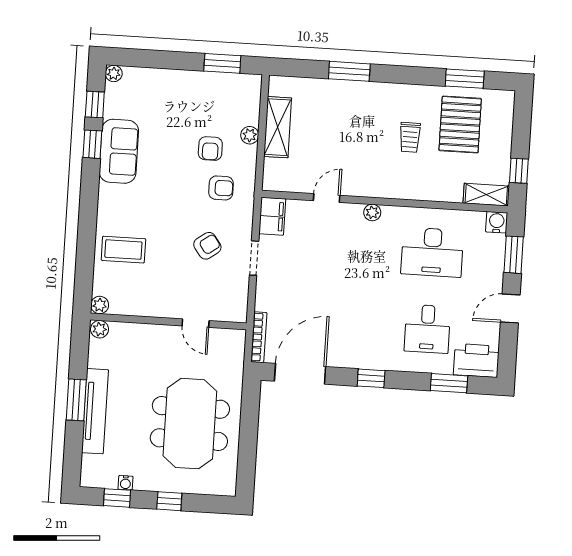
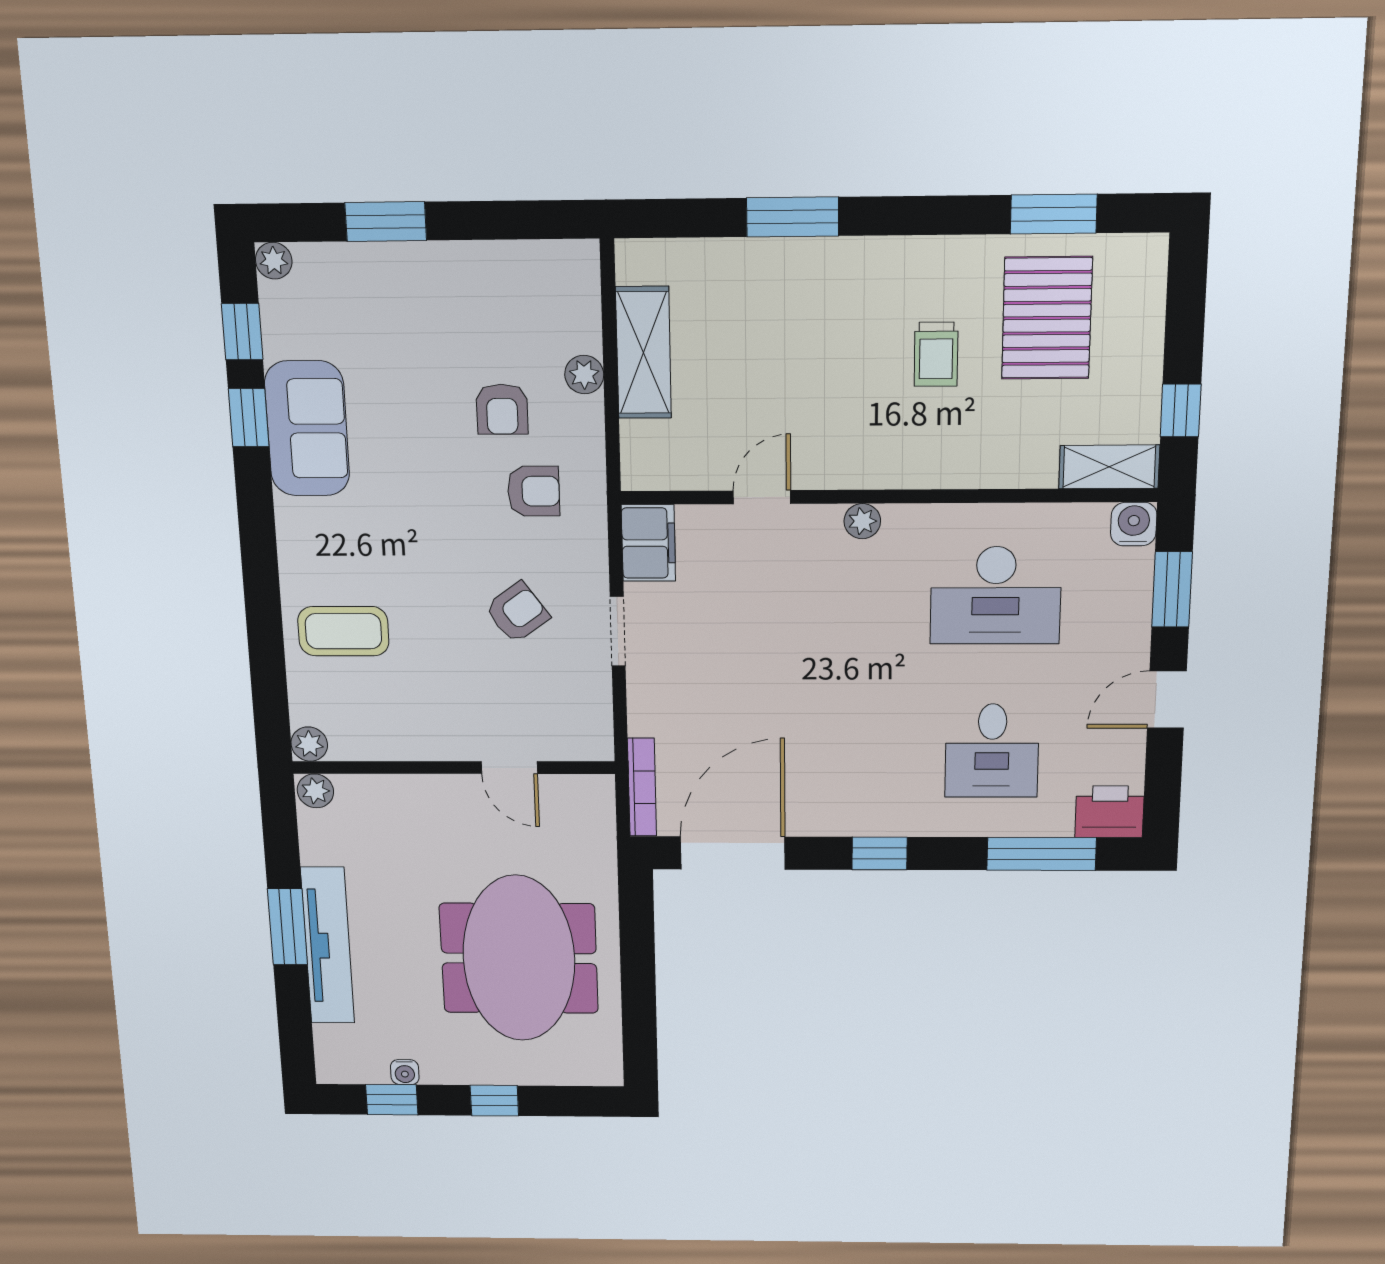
window: (222, 63) -> (386, 222), moved
printer: (476, 360) -> (1110, 812), width x0.73, depth x0.84
window: (449, 383) -> (1042, 854), width x1.44

